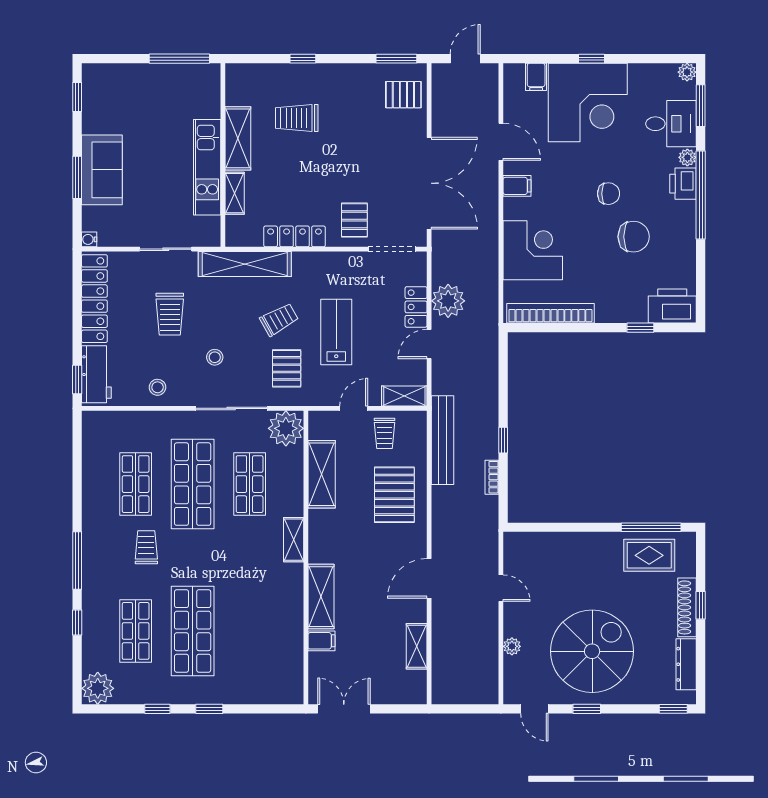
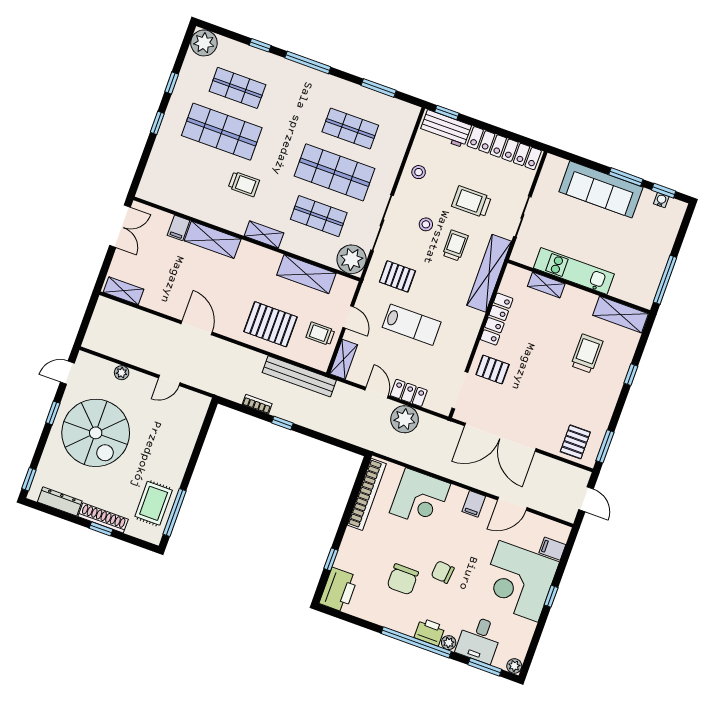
shelving: (238, 138) -> (621, 314), moved
sofa: (102, 170) -> (601, 189), width x1.36
window: (77, 177) -> (626, 177), moved
chair: (609, 194) -> (443, 572), turned 95
water cooler: (89, 239) -> (661, 200), moved
trolley: (279, 319) -> (455, 245), moved, turned -151
window: (77, 468) -> (379, 88), added
trolley: (146, 547) -> (244, 184), moved
shelving: (417, 646) -> (124, 291), moved

